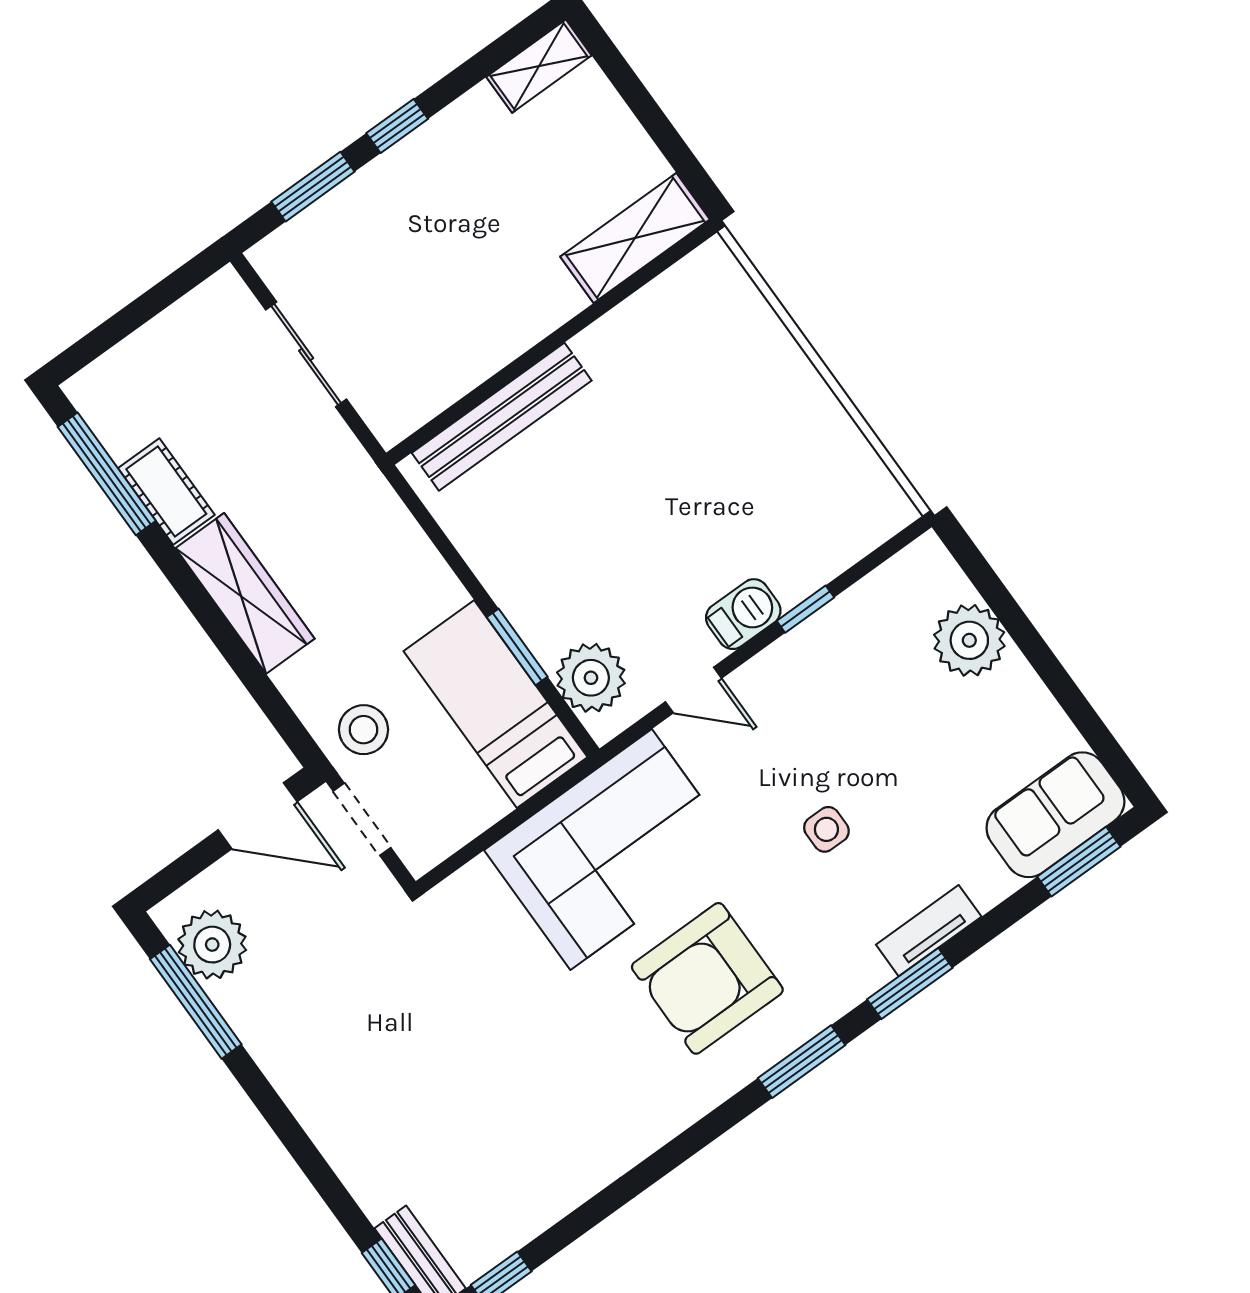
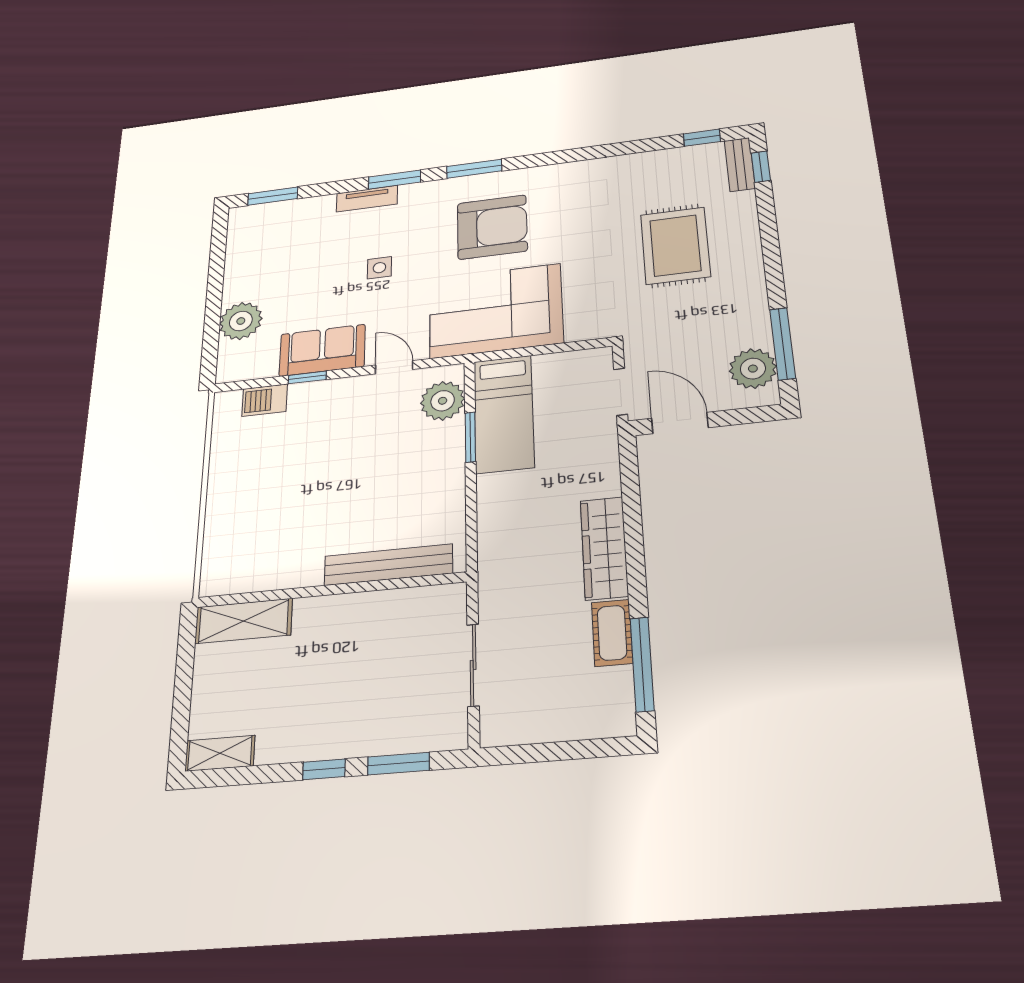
barbecue: (743, 614) -> (265, 400), moved
stool: (364, 730) -> (587, 438), removed
sofa: (1055, 815) -> (322, 350), moved, turned 180
rug: (429, 1080) -> (675, 246), added

